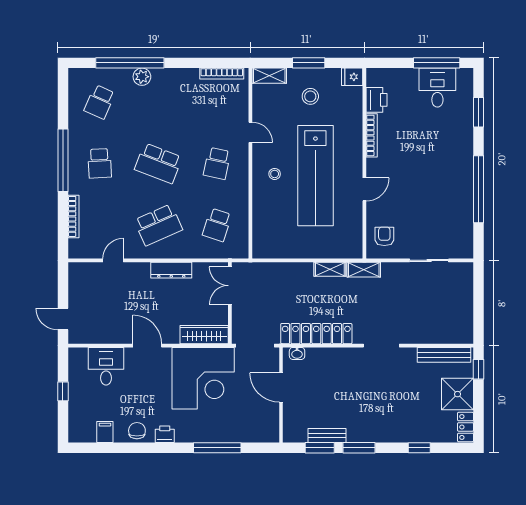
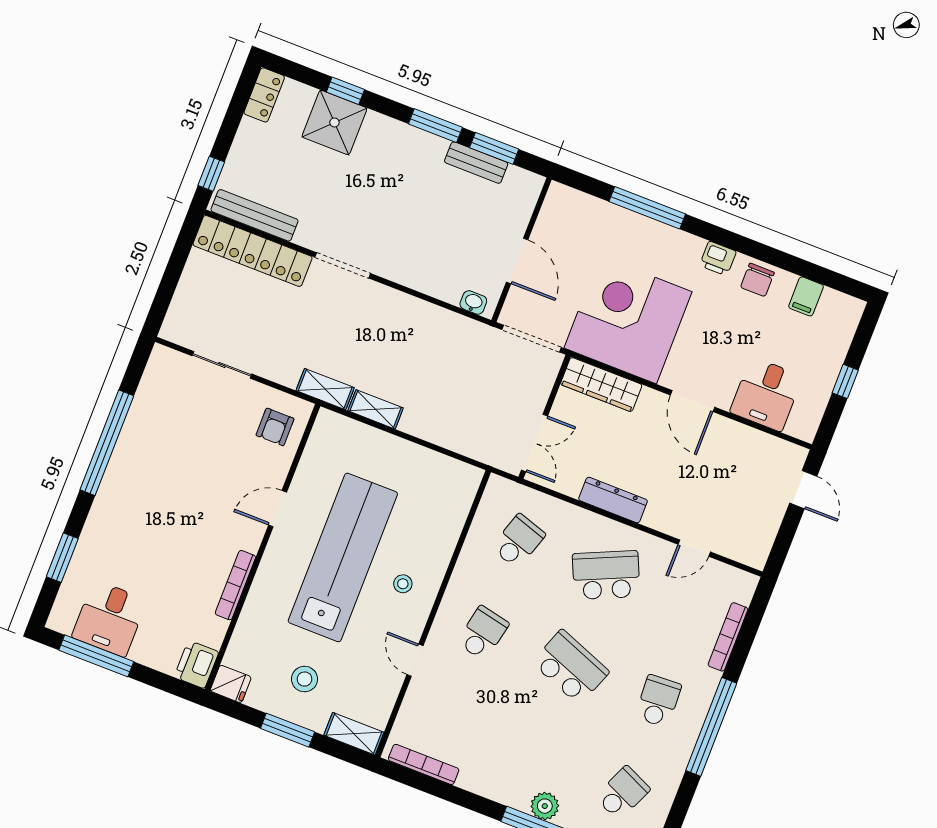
printer: (376, 100) -> (196, 664), moved
locker: (316, 334) -> (253, 251), moved
shower: (458, 394) -> (334, 123), moved

